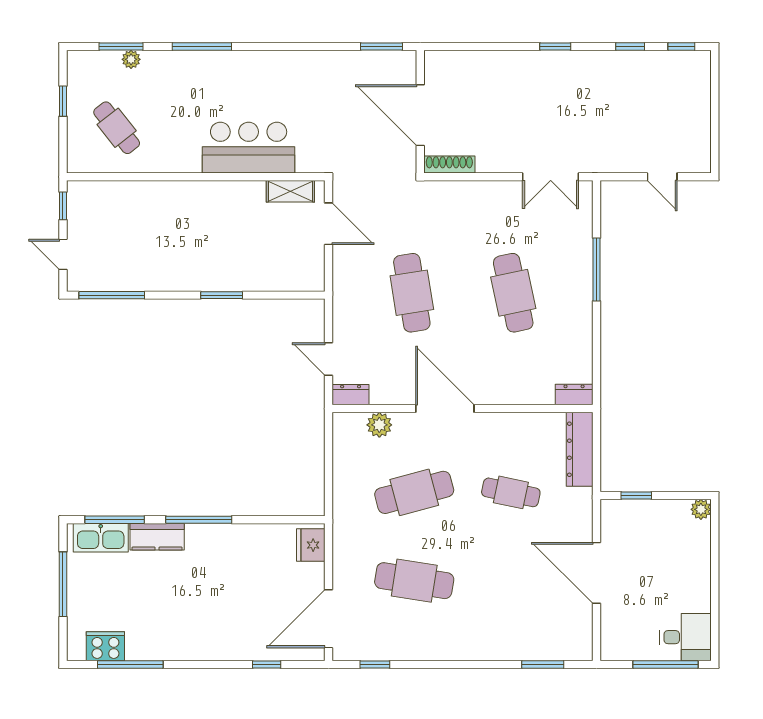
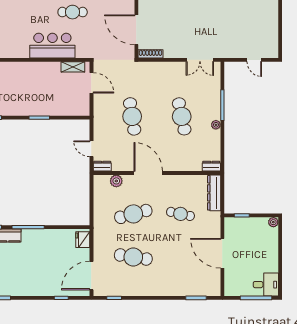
cafe table: (290, 79) -> (73, 12), added
plant: (583, 310) -> (216, 125), added

